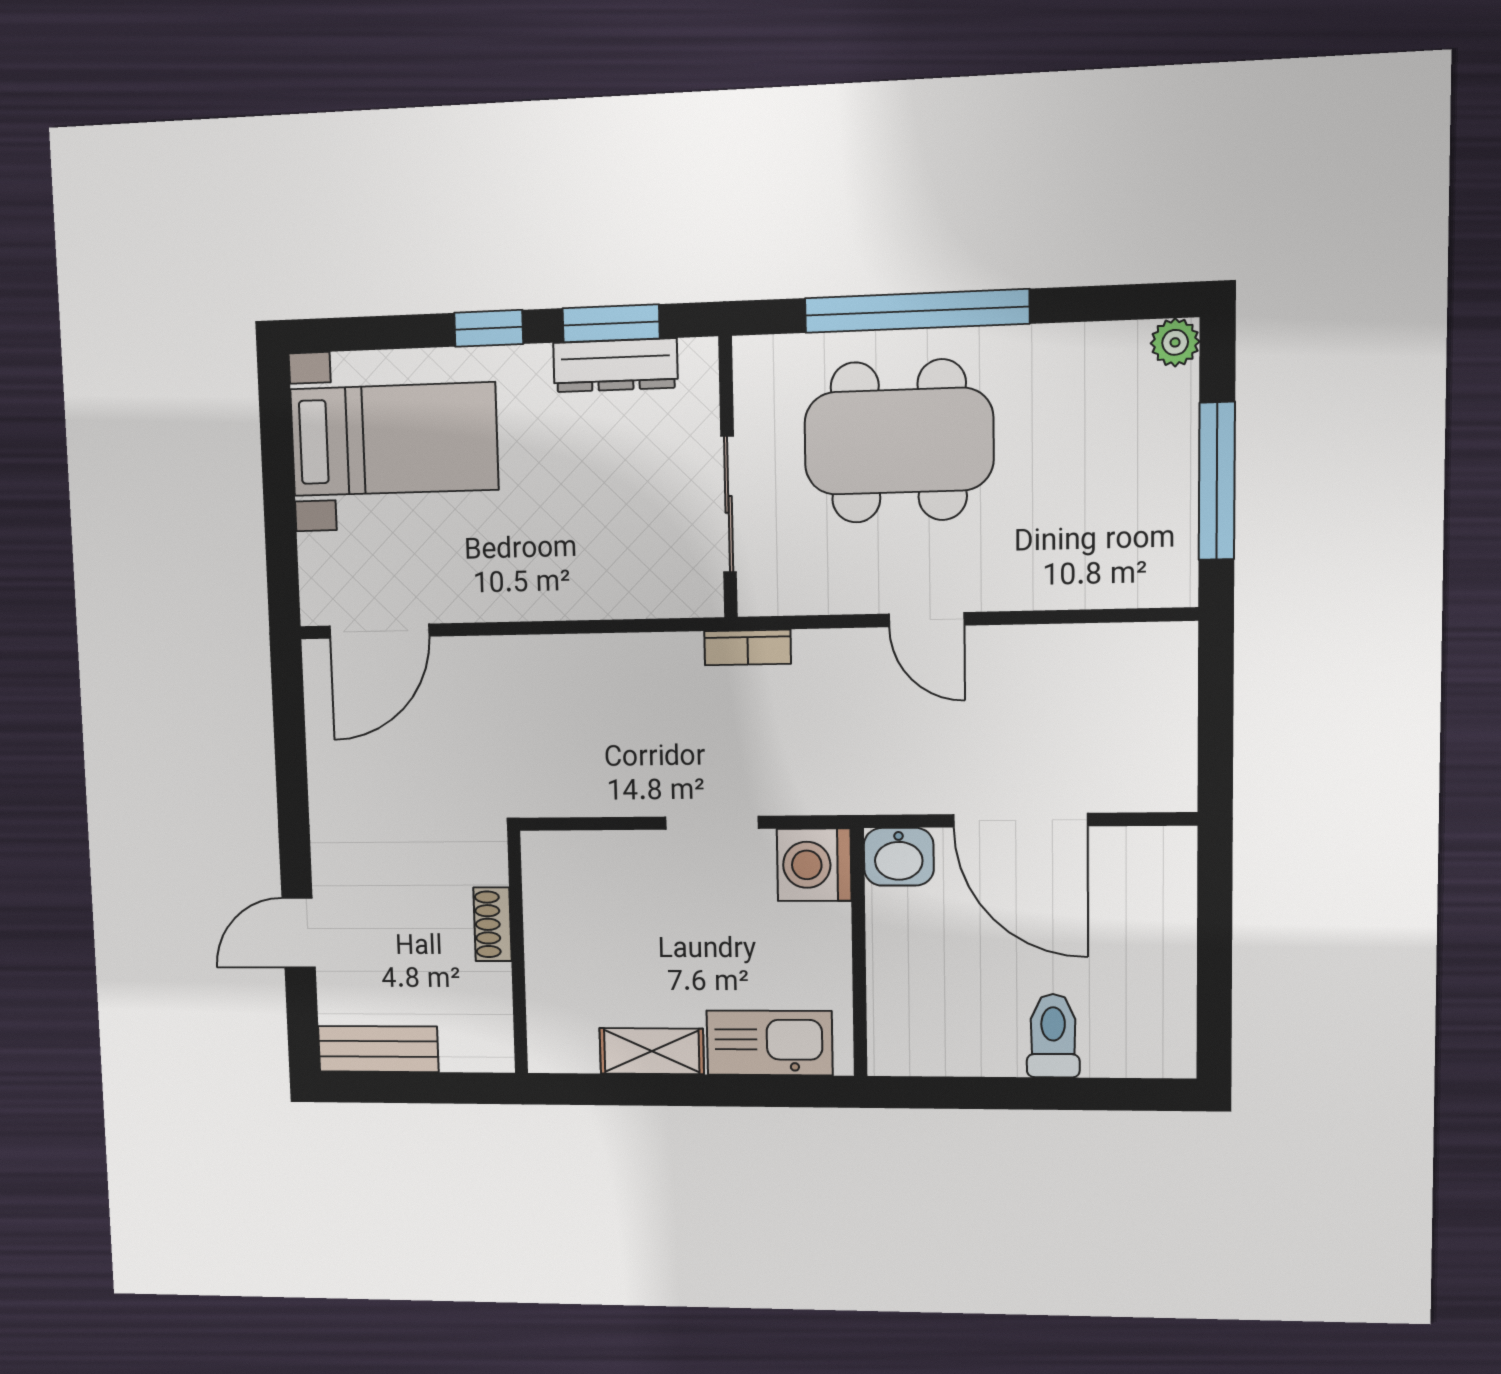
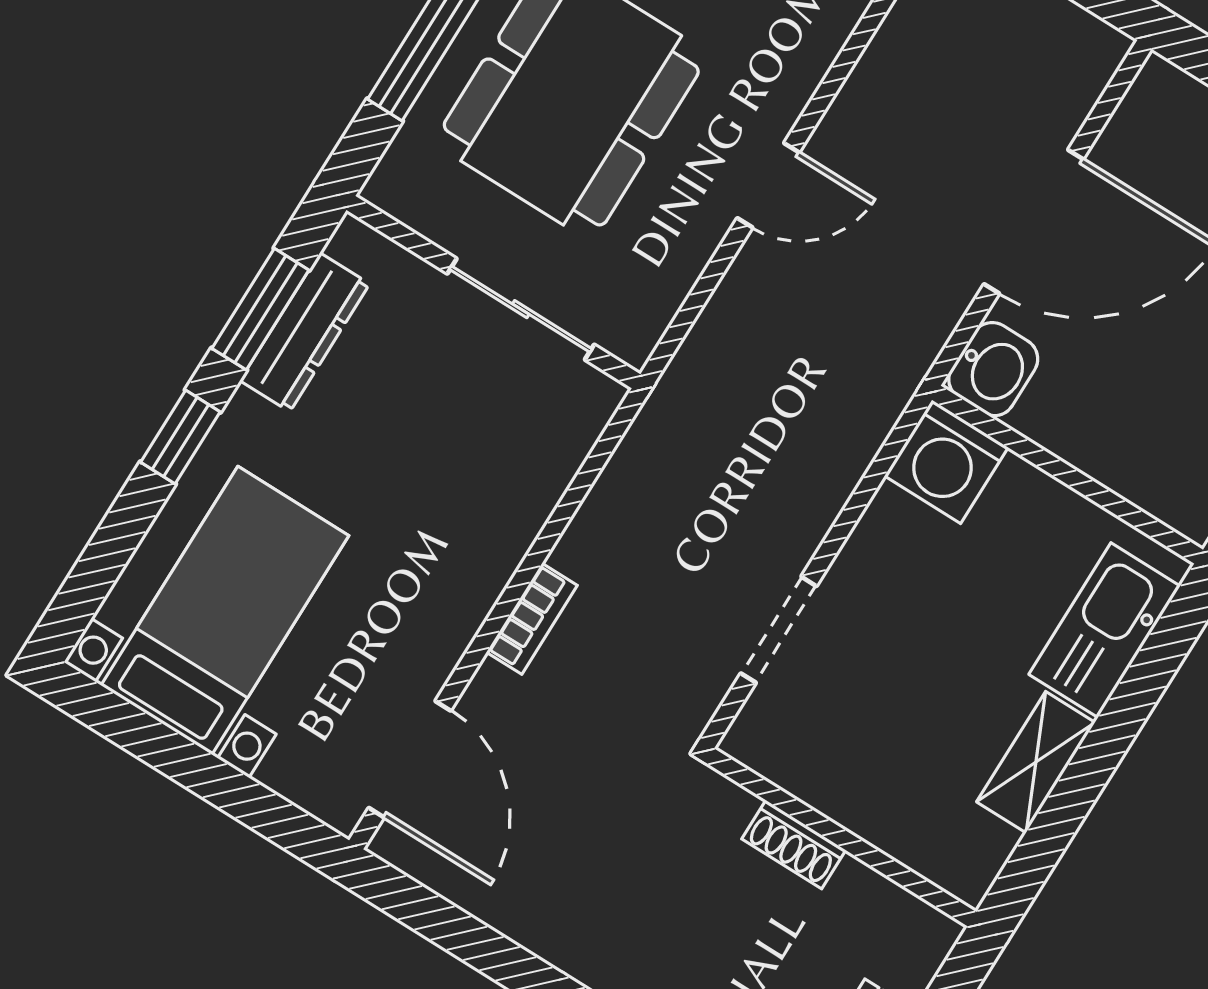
bookcase: (748, 647) -> (532, 619), moved
doorway: (712, 823) -> (779, 630), moved

